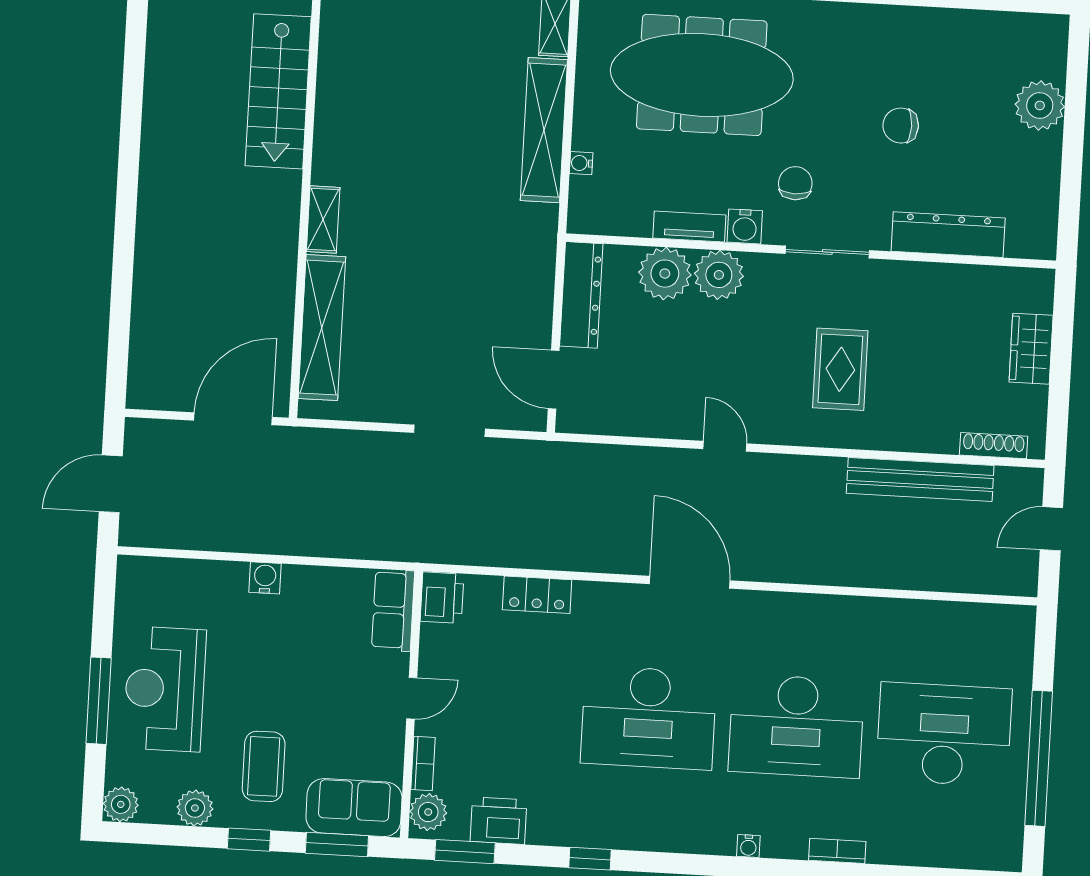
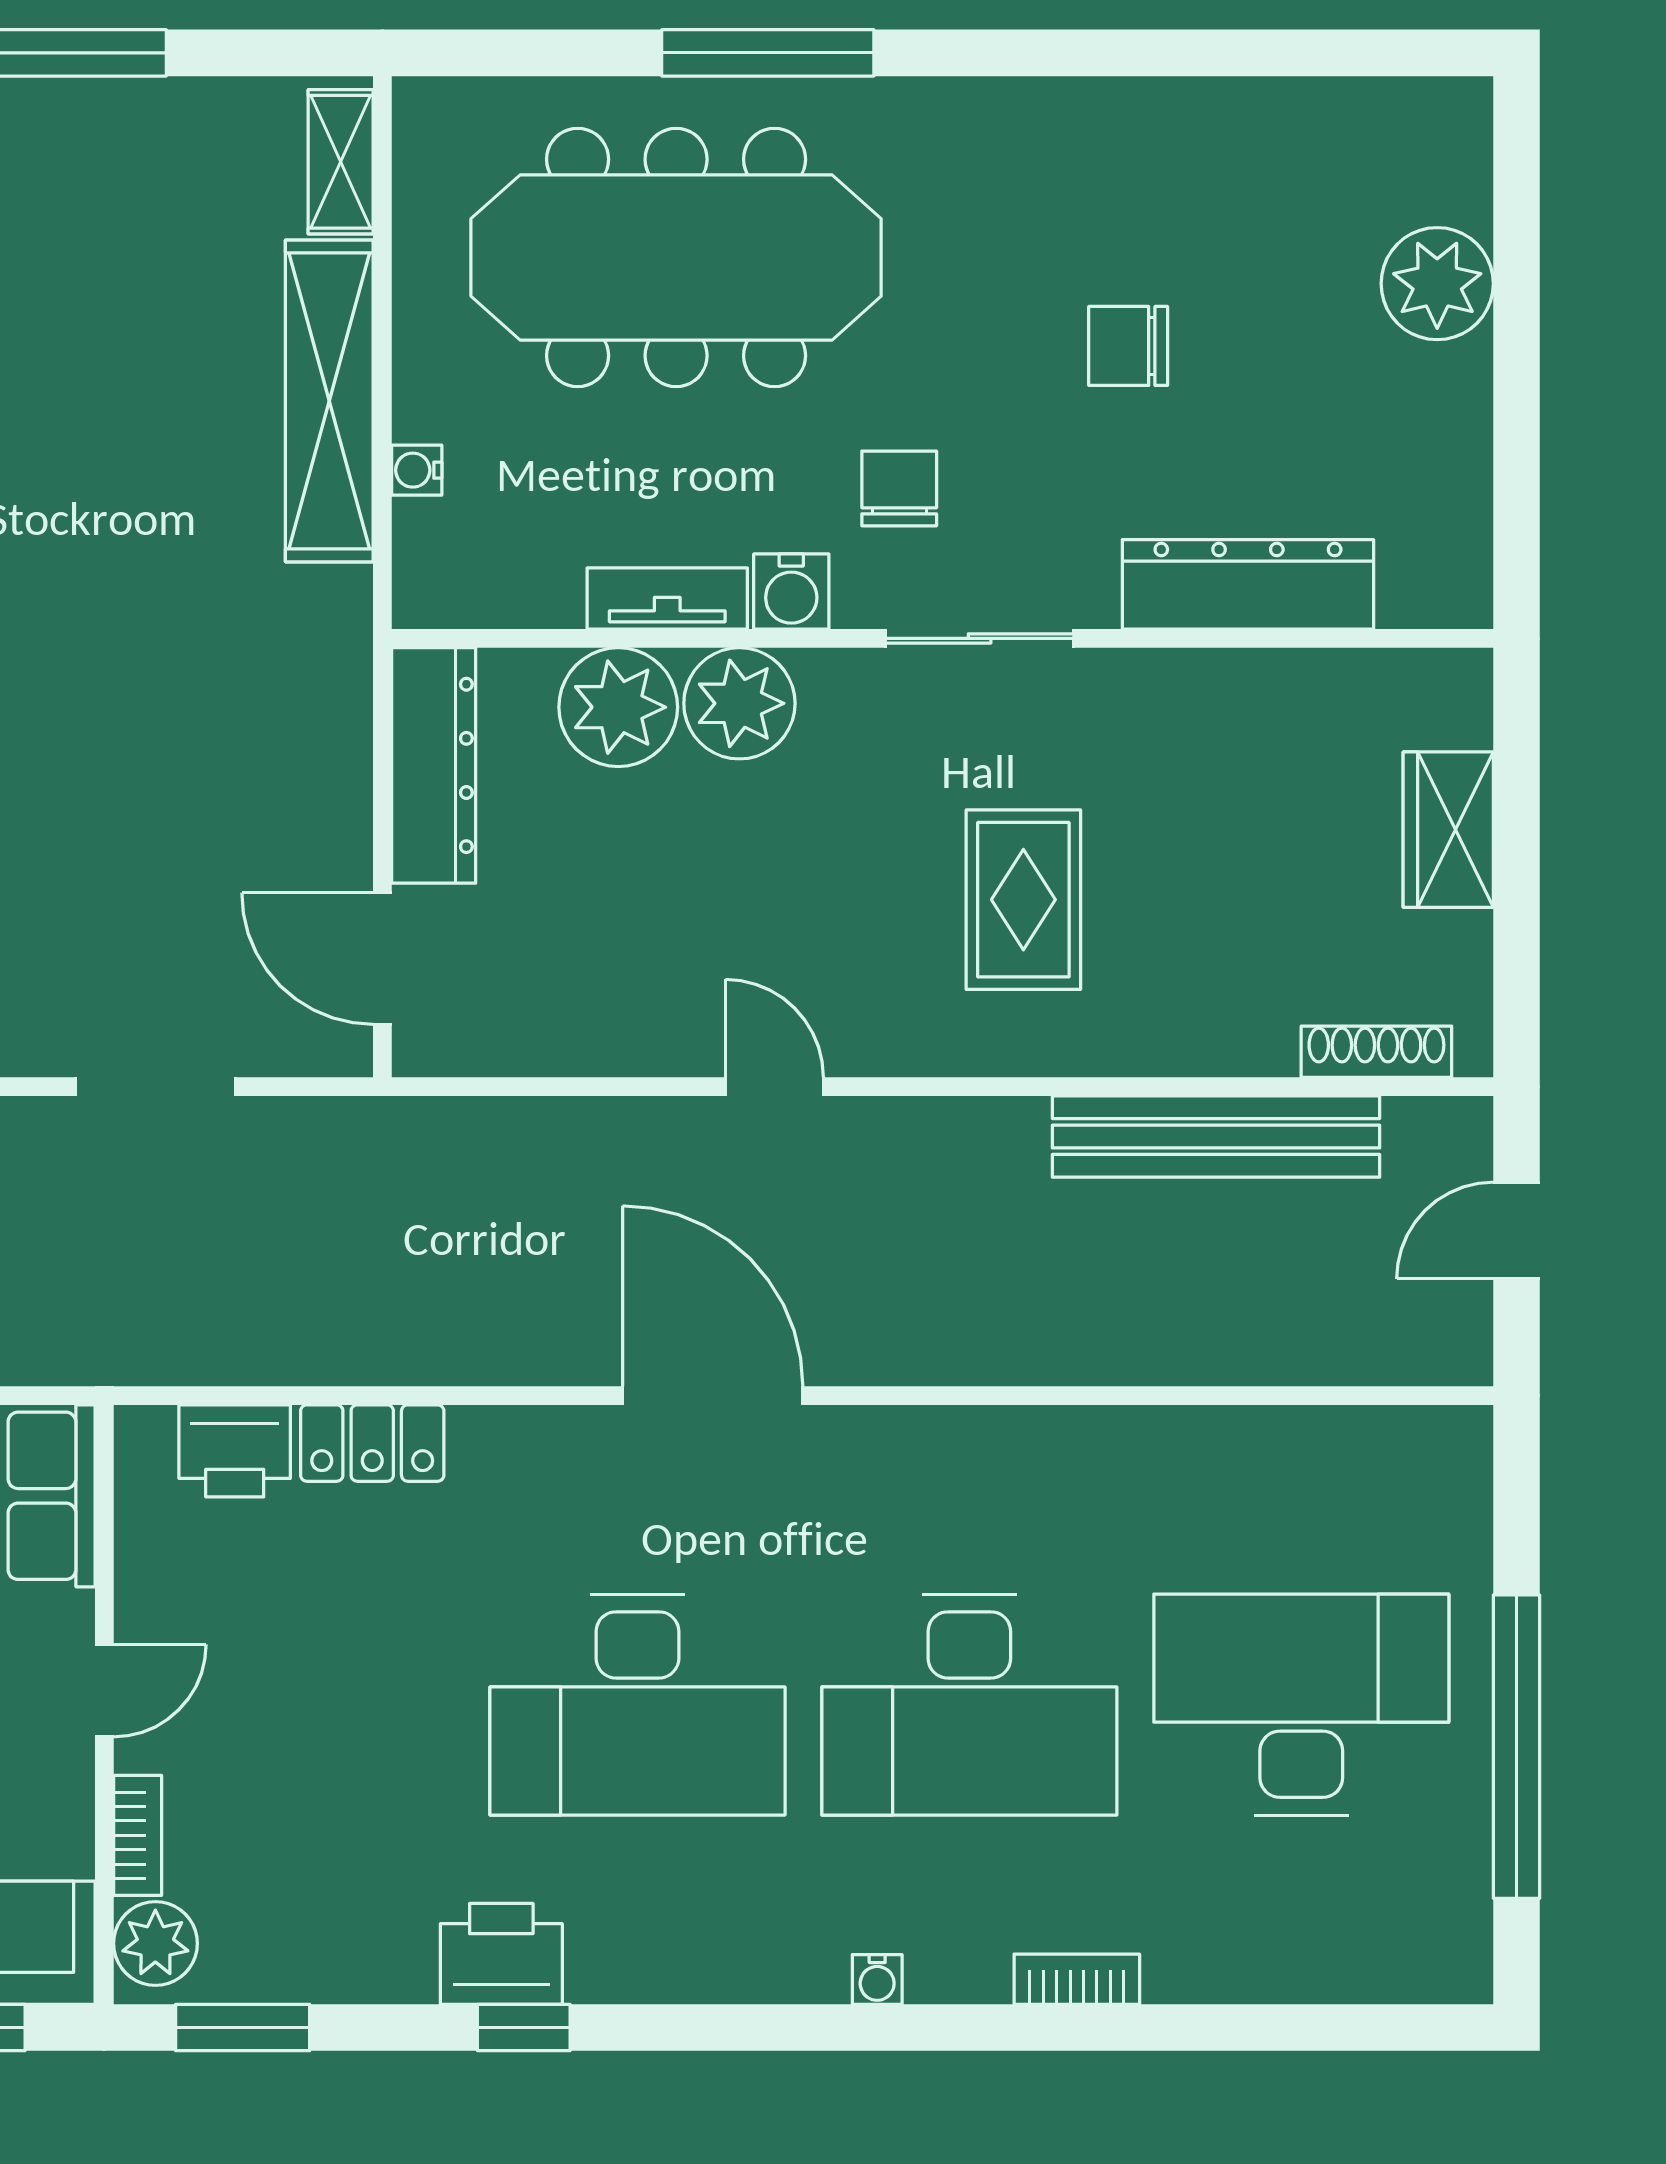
printer: (442, 598) -> (235, 1451), moved, turned 90
printer: (499, 821) -> (501, 1954), moved

